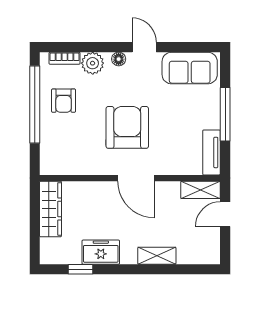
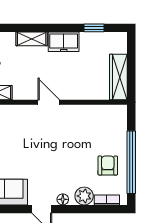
armchair: (127, 127) -> (56, 144), removed
door: (136, 178) -> (49, 102), width x0.73
freezer: (101, 252) -> (64, 42), moved

